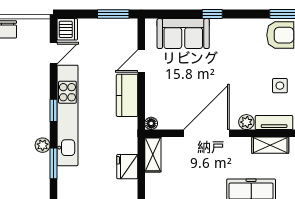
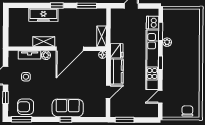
dishwasher: (67, 29) -> (153, 23), moved
sofa: (183, 34) -> (68, 108), moved
shelving: (270, 145) -> (44, 42), moved
fridge: (127, 167) -> (117, 51), moved

